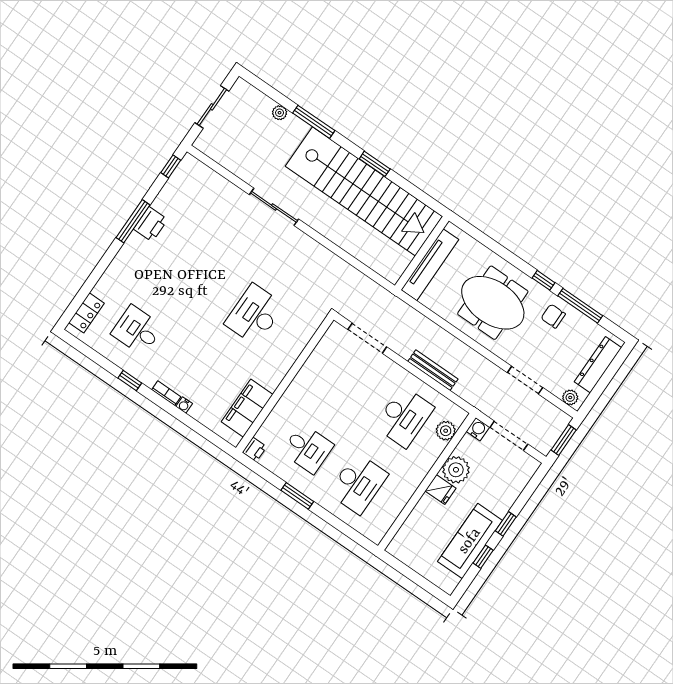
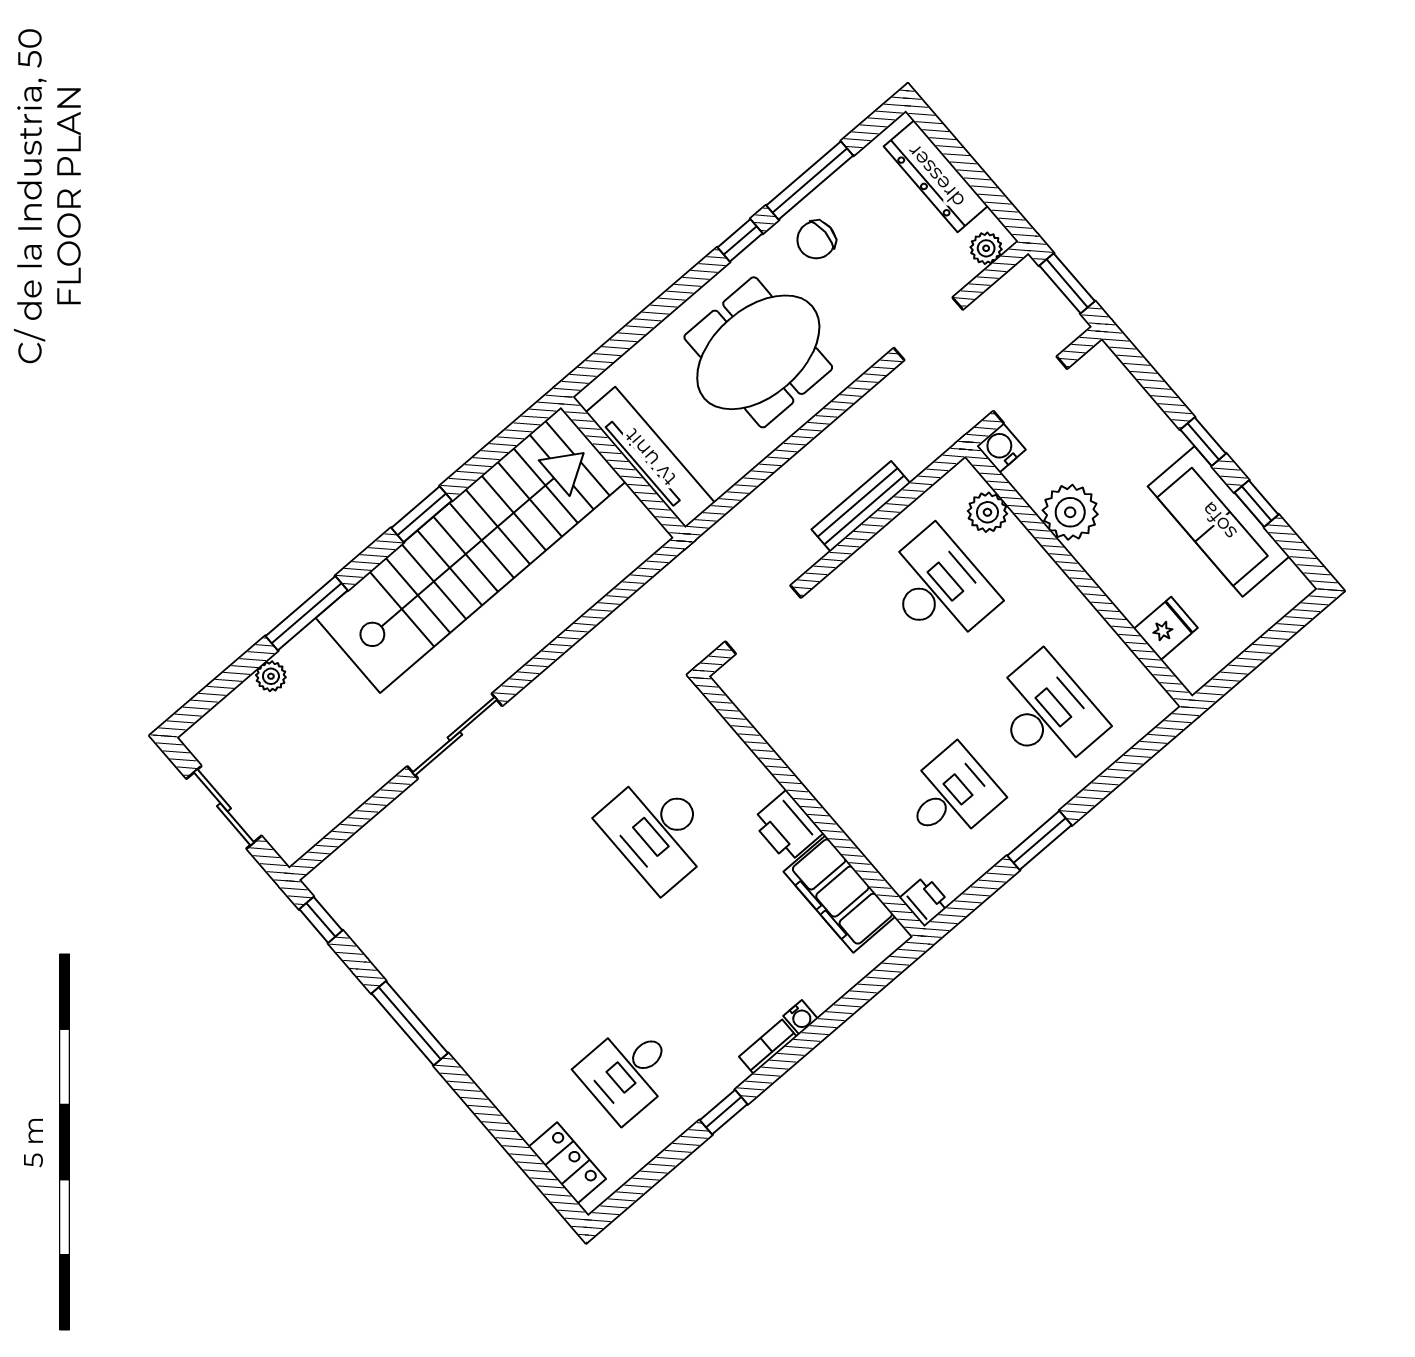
printer: (150, 224) -> (787, 827), moved, turned 180
fridge: (440, 490) -> (1166, 628), moved

